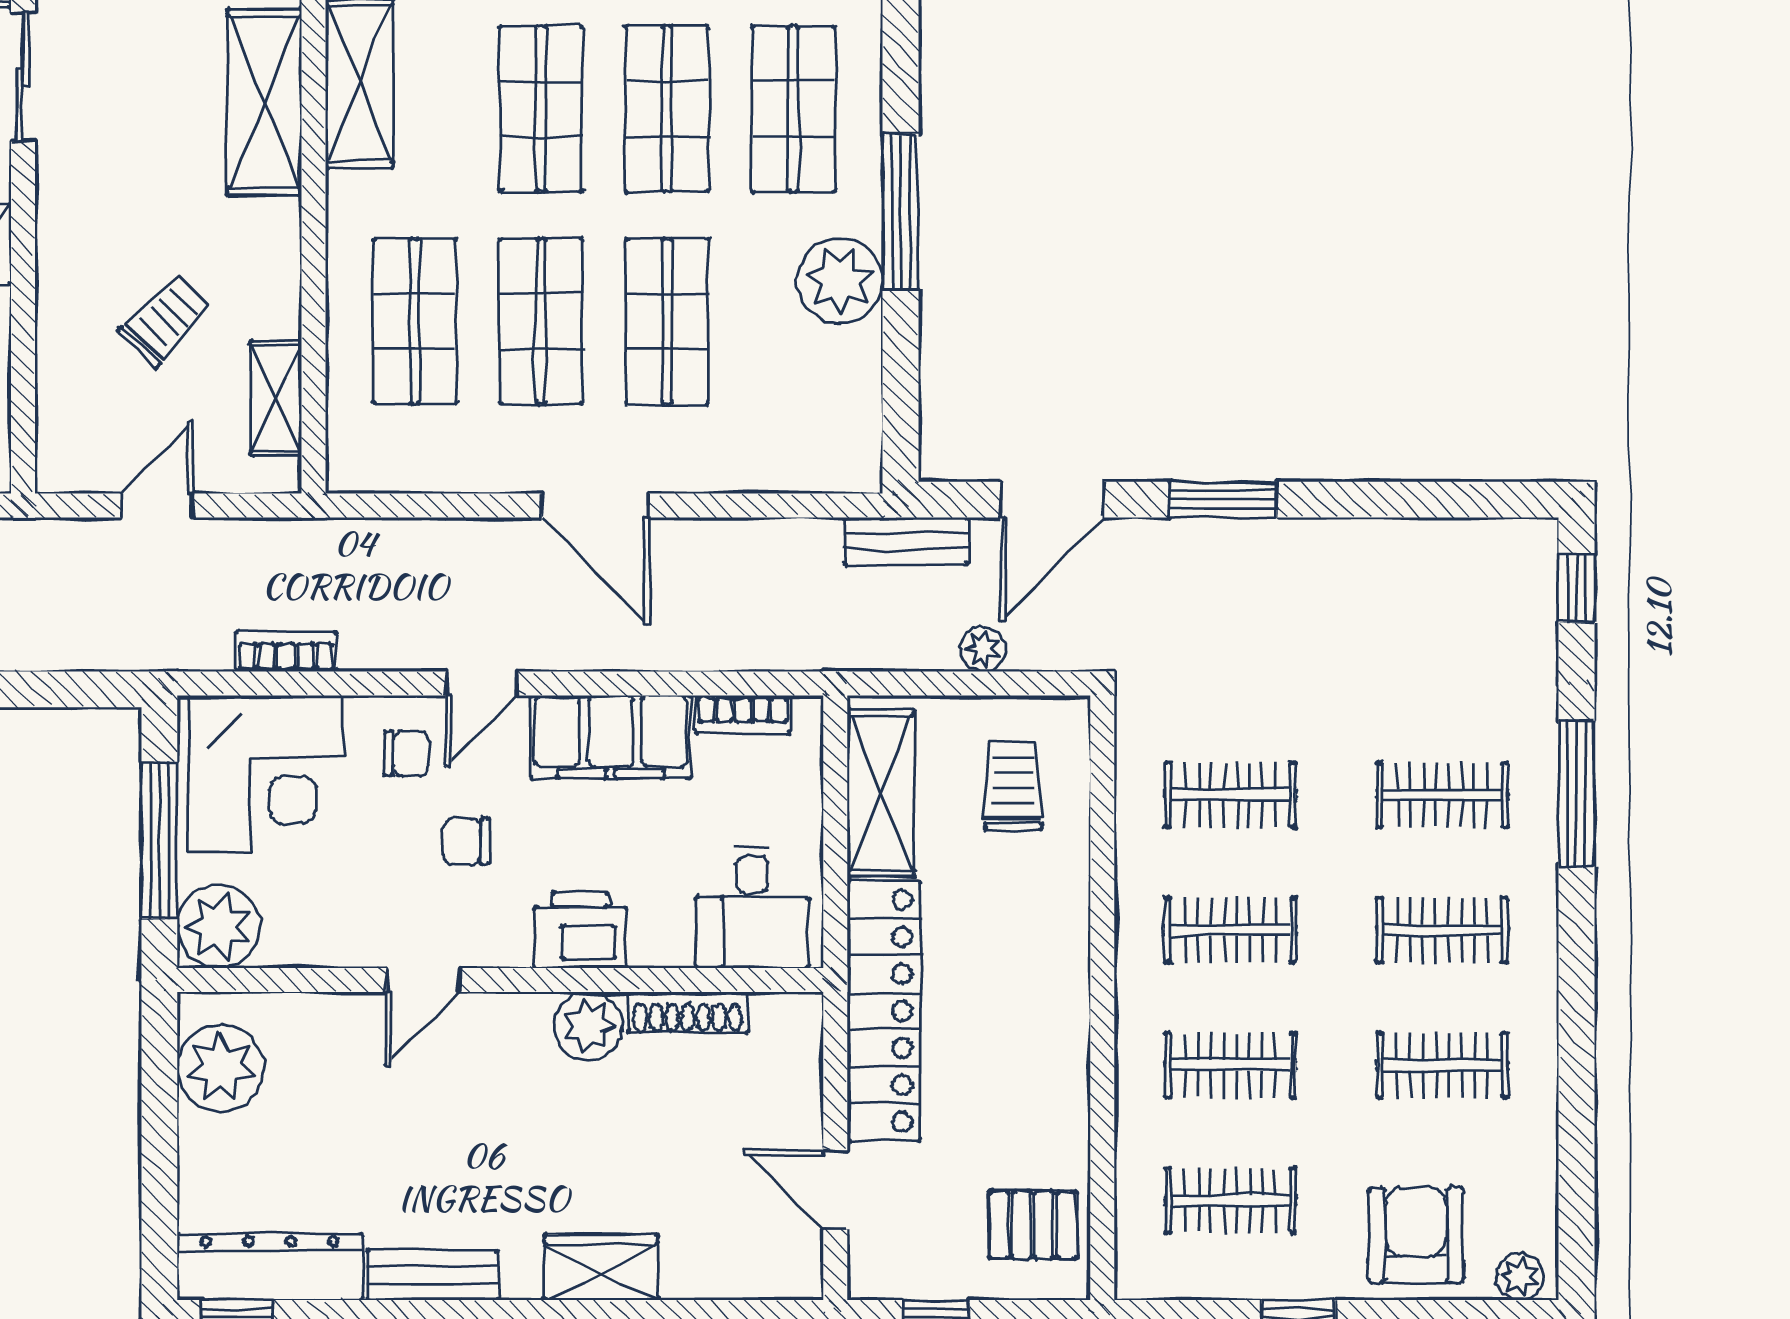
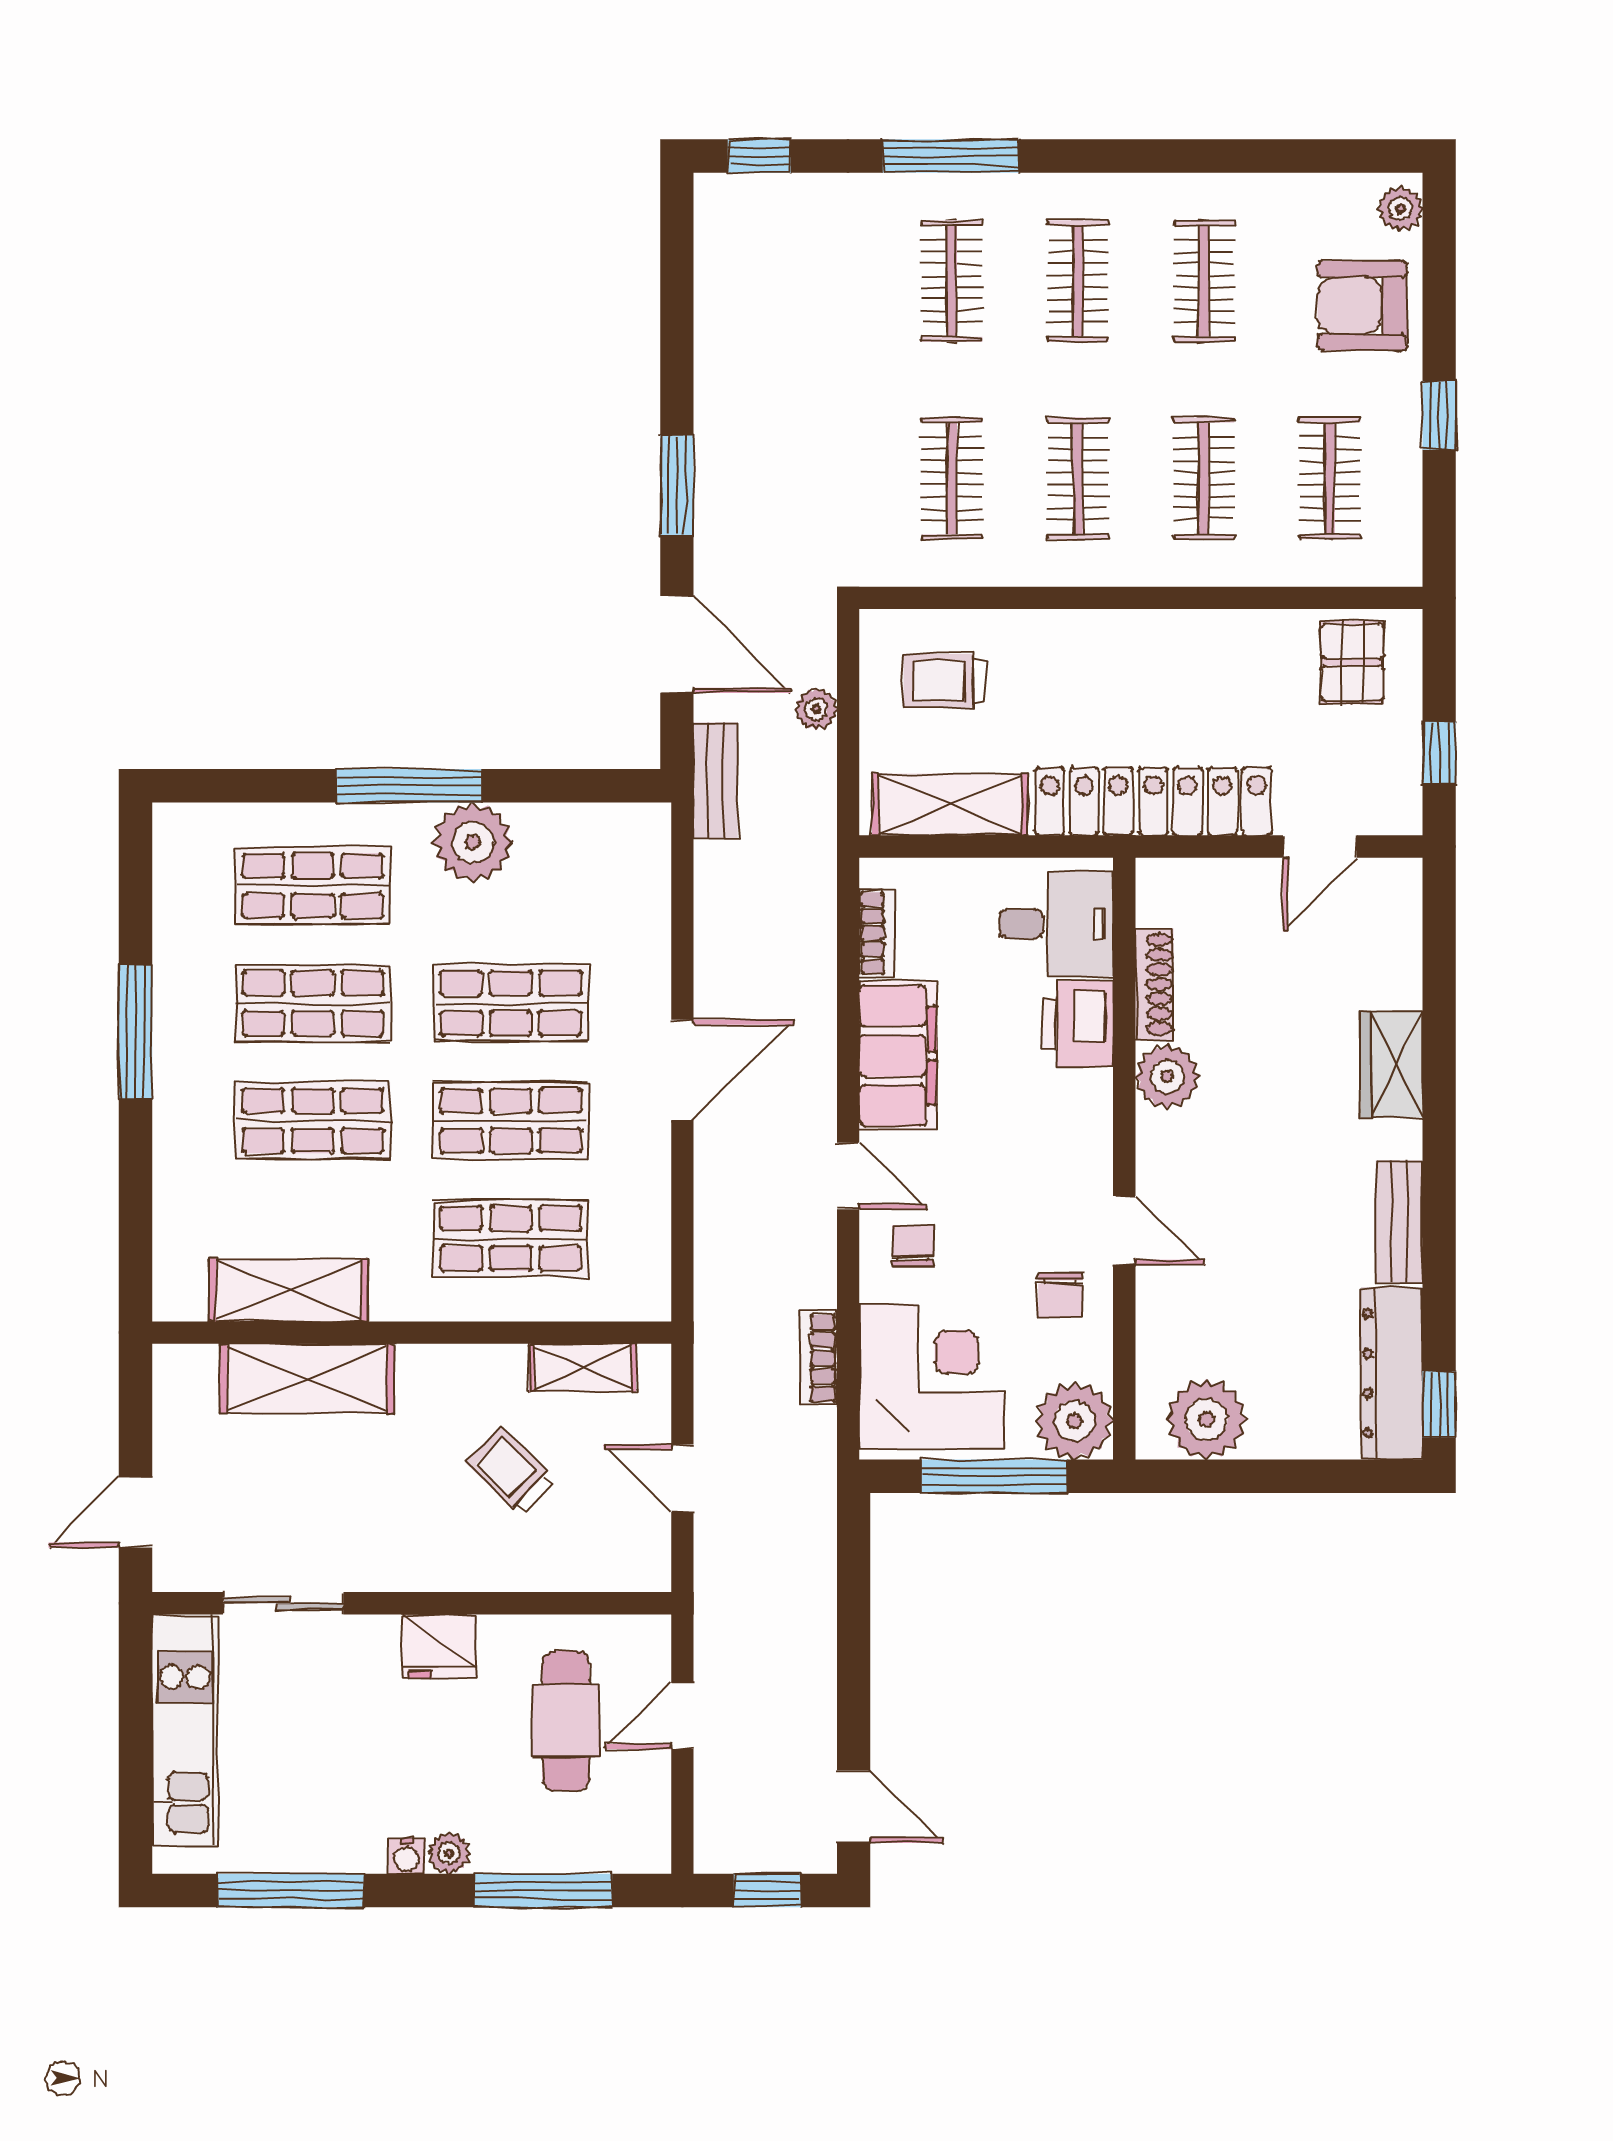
chair: (466, 841) -> (1060, 1295), moved
printer: (580, 930) -> (1078, 1024), moved

